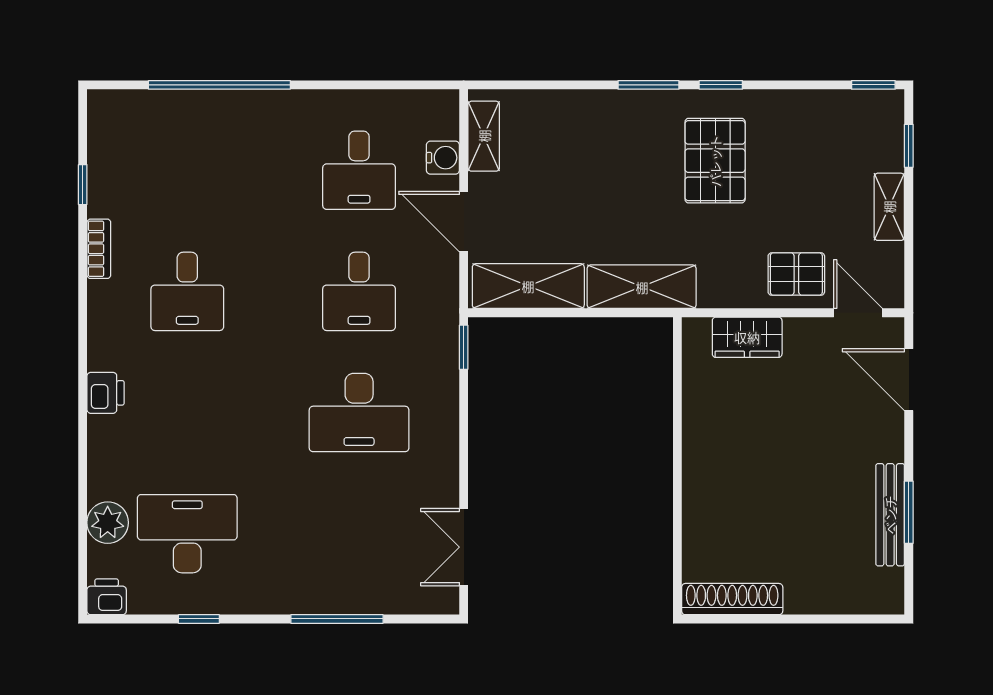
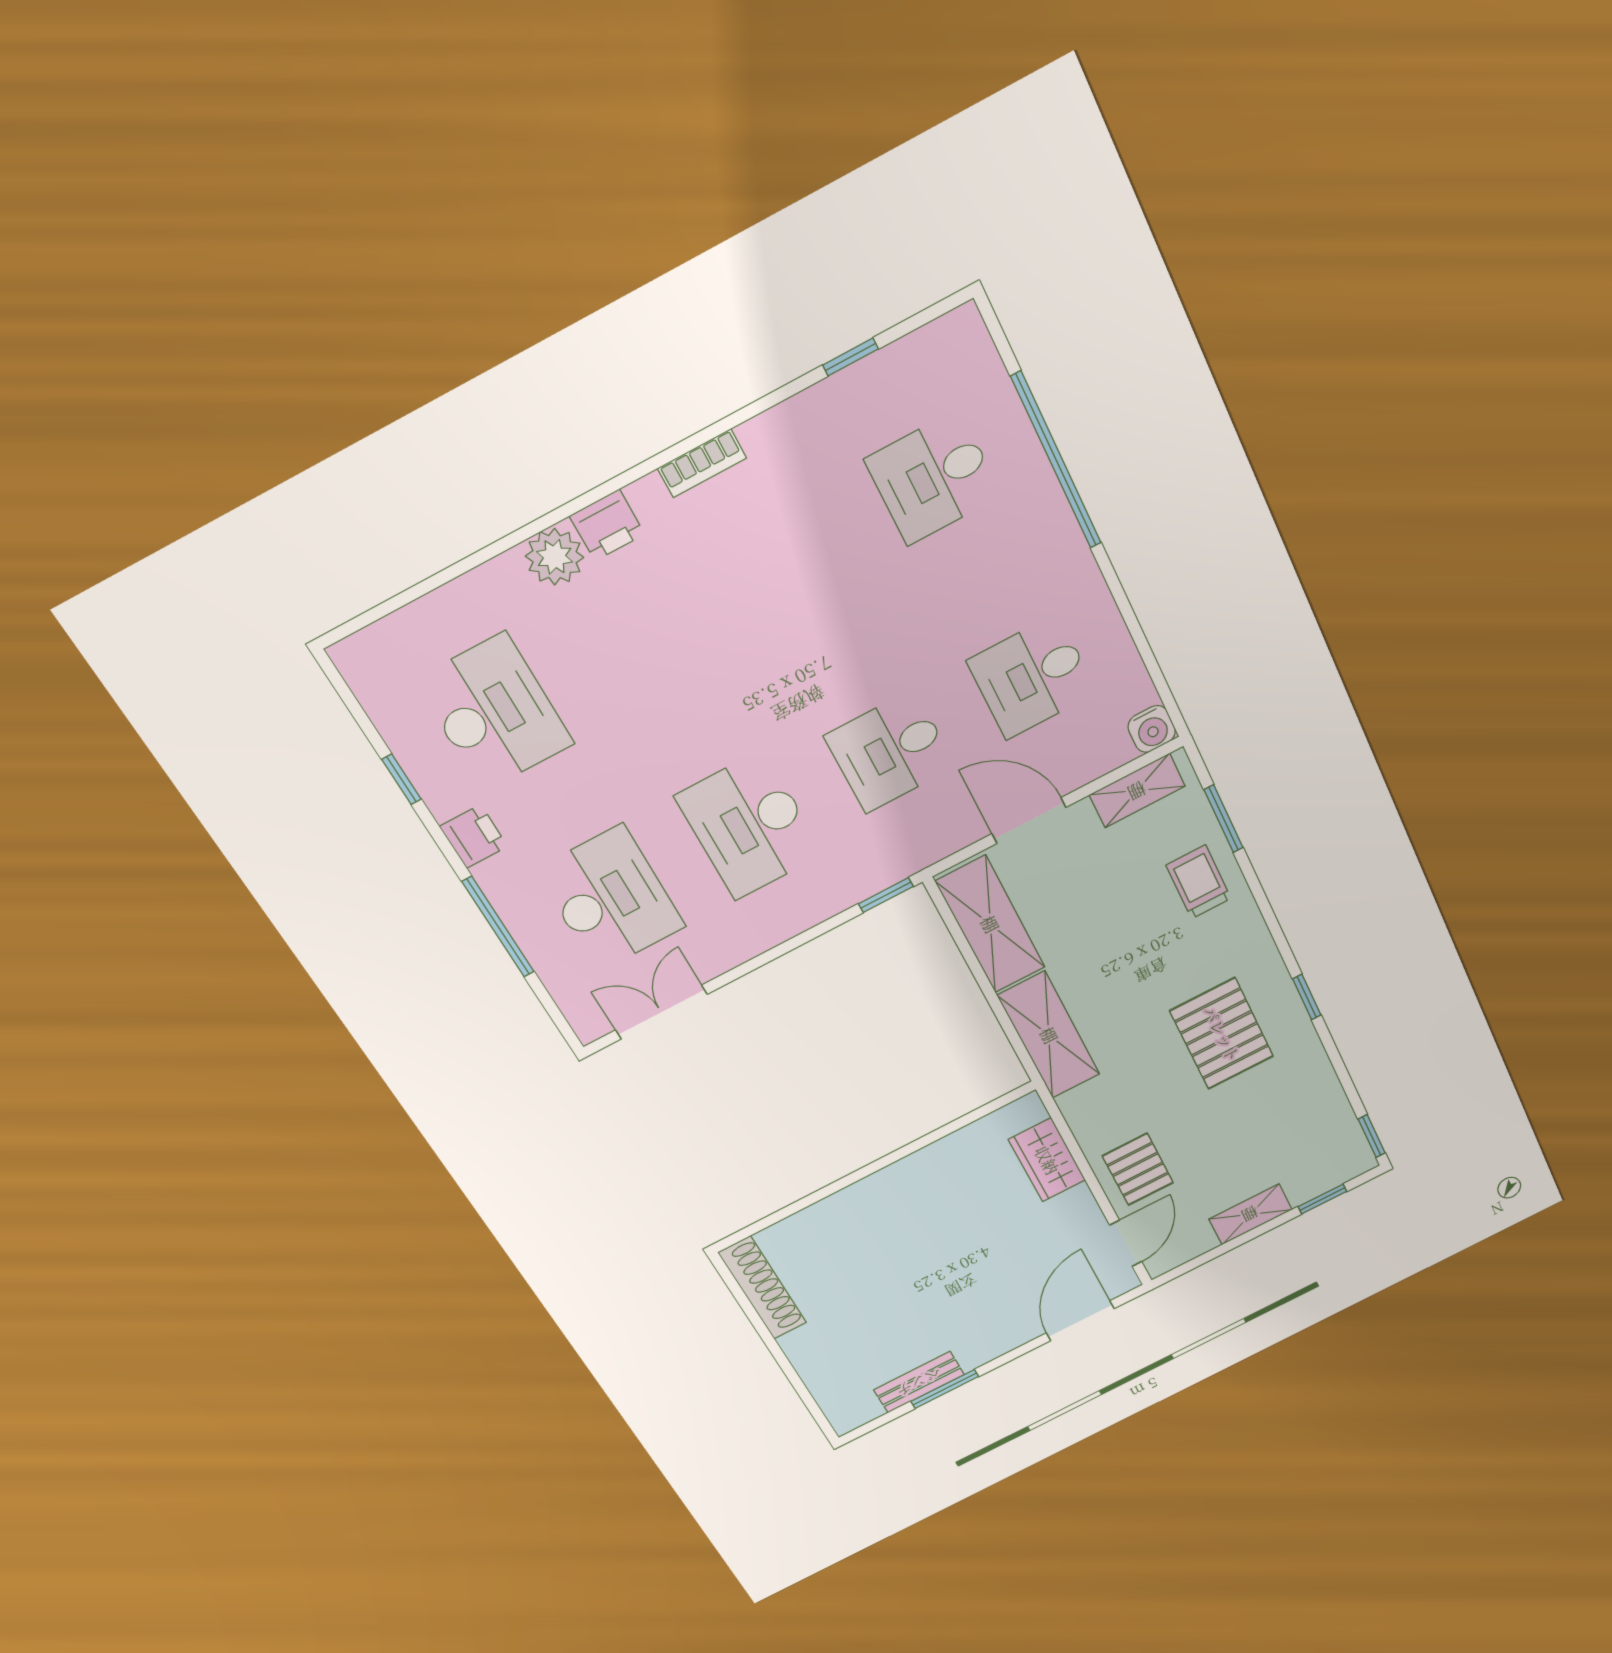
window: (649, 85) -> (1224, 819), moved
trolley: (580, 124) -> (1199, 882), added
water cooler: (443, 158) -> (1152, 729), moved
pallet: (715, 161) -> (1222, 1034), turned 90
door: (464, 222) -> (1029, 821), hinge flipped
bookcase: (99, 249) -> (702, 463), moved
desk: (187, 291) -> (933, 478), moved
bench: (890, 515) -> (919, 1382), width x0.73
plant: (108, 523) -> (555, 557), moved
desk: (359, 534) -> (610, 899), added
printer: (107, 597) -> (474, 836), moved

